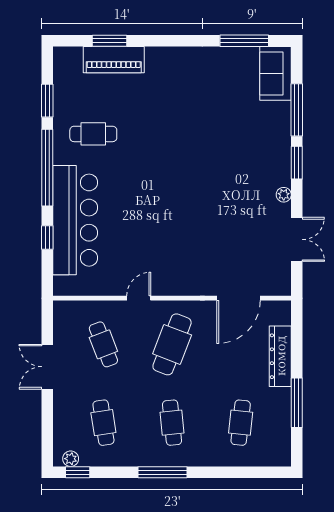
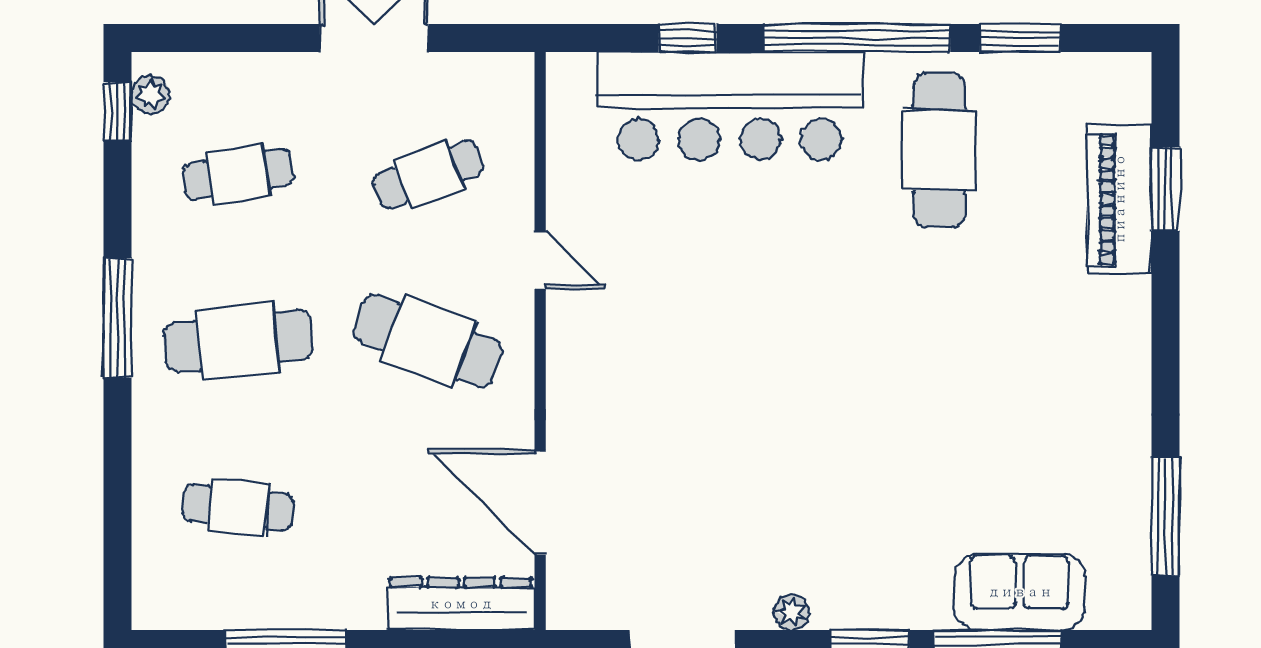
sofa: (275, 73) -> (1020, 592), moved
cafe table: (93, 134) -> (939, 150), width x1.37, depth x1.35
dresser: (280, 356) -> (461, 604), moved
cafe table: (172, 423) -> (238, 341), width x1.37, depth x1.35

